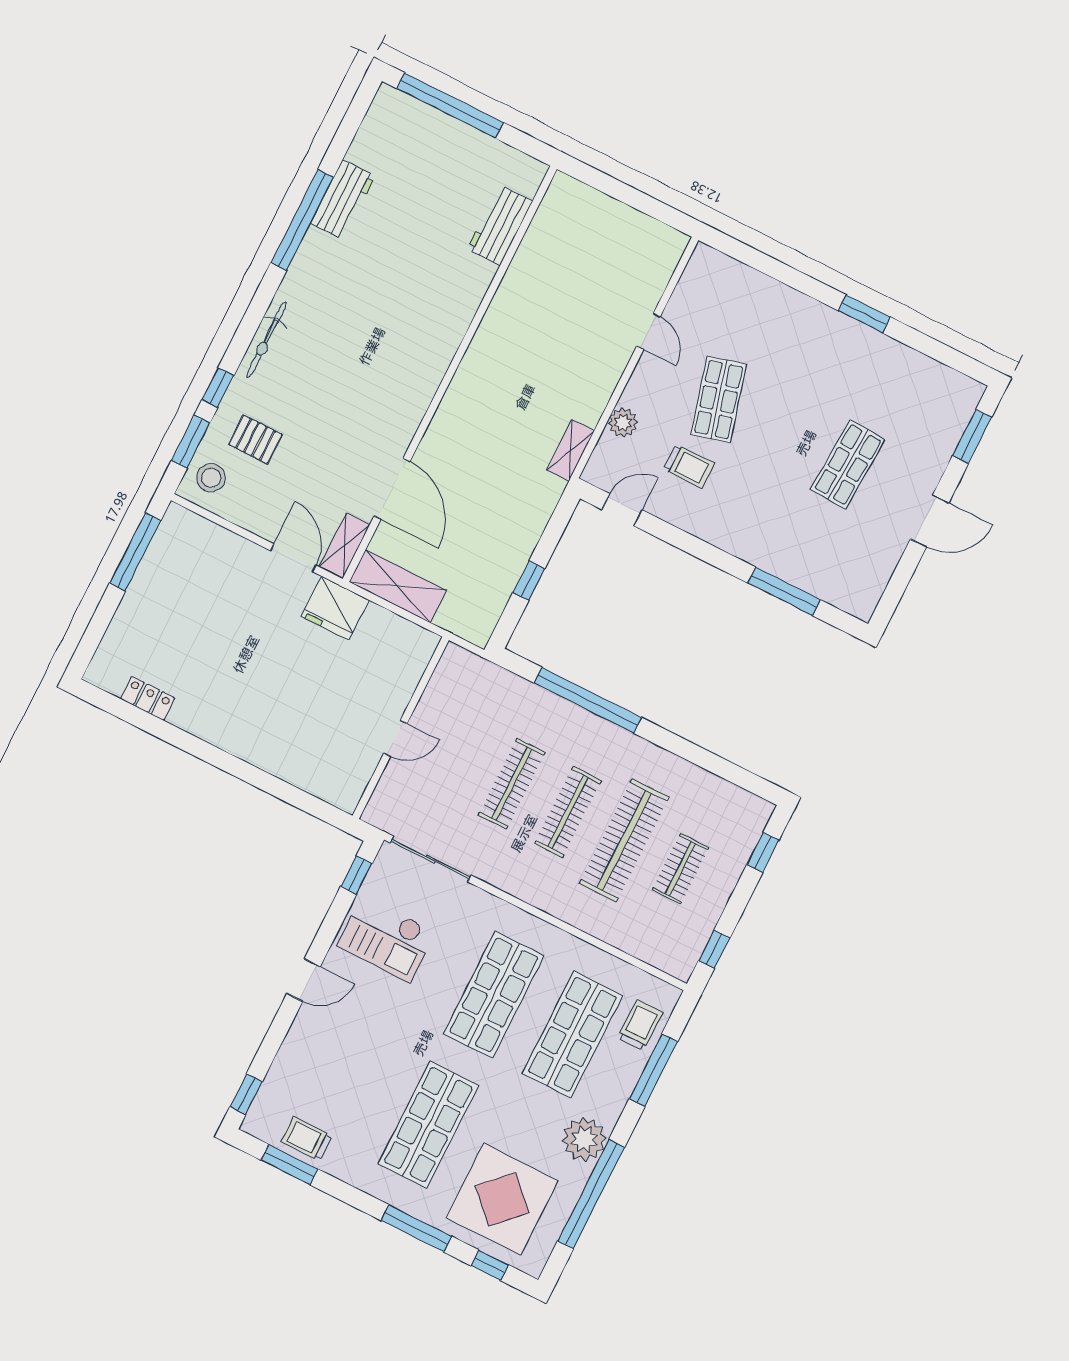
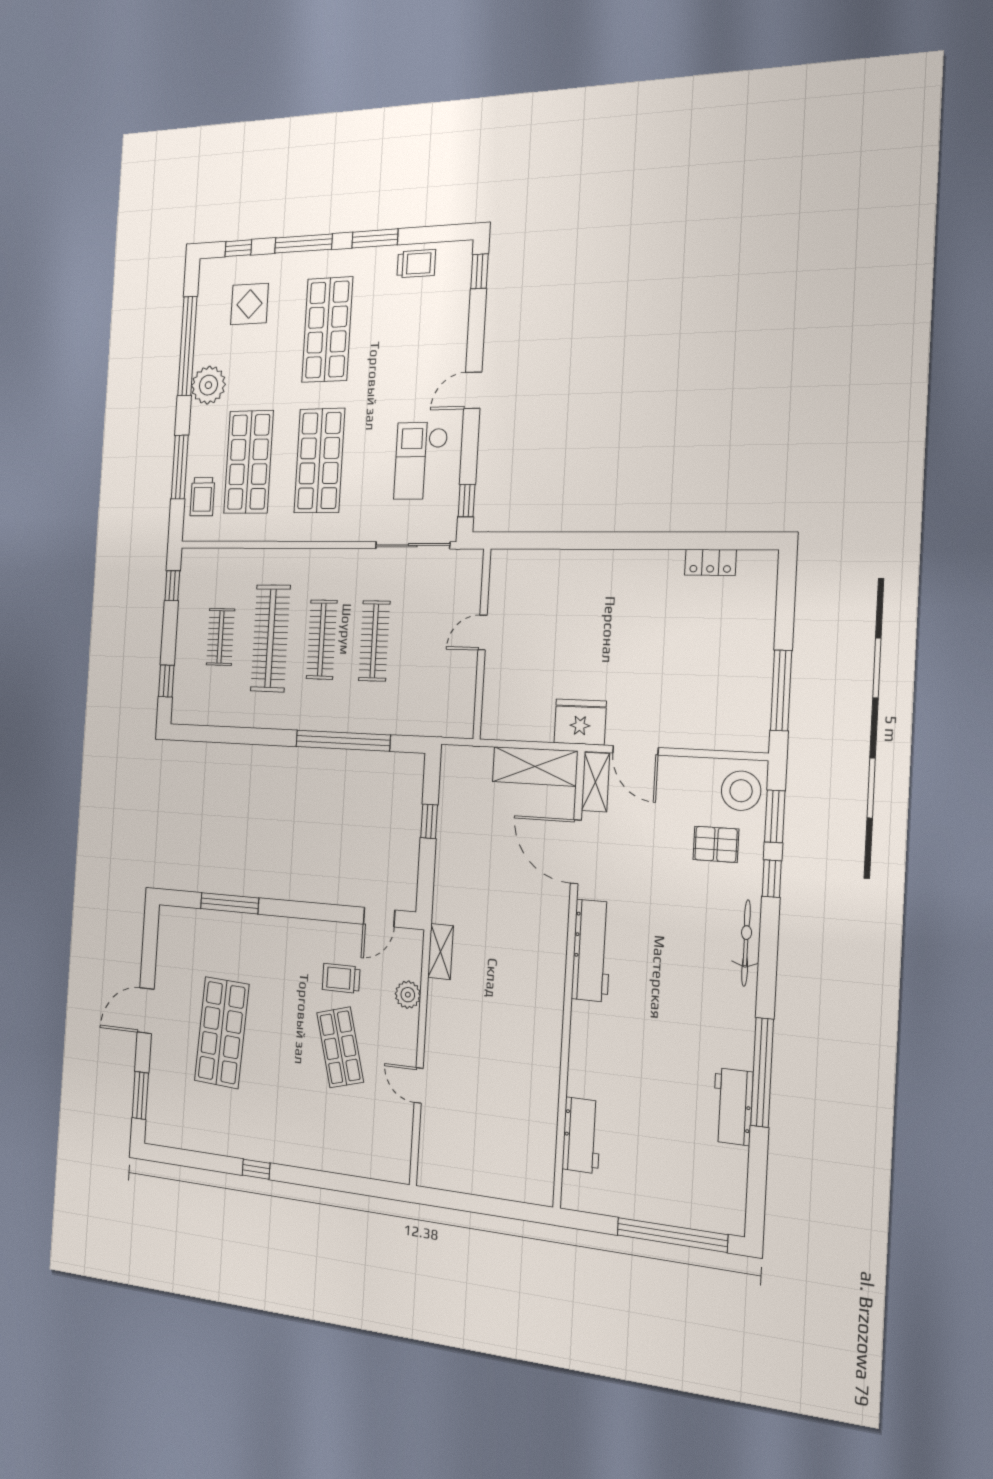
window: (864, 314) -> (256, 1169), width x0.67
workbench: (416, 391) -> (592, 951), added
shop shelf: (848, 464) -> (222, 1033), width x1.43, depth x1.36
stool: (211, 478) -> (741, 791), width x1.38, depth x1.38
checkout: (386, 939) -> (421, 461), turned -90
window: (289, 1165) -> (375, 238), moved
display table: (502, 1199) -> (249, 304), width x0.54, depth x0.54

